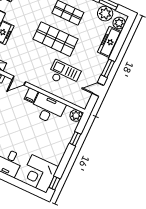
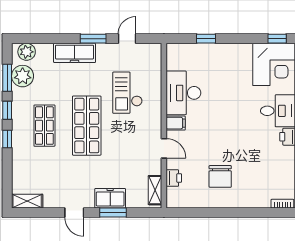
freezer: (109, 42) -> (75, 53), moved
door: (98, 89) -> (127, 39), swing flipped
plant: (76, 115) -> (175, 52), removed

